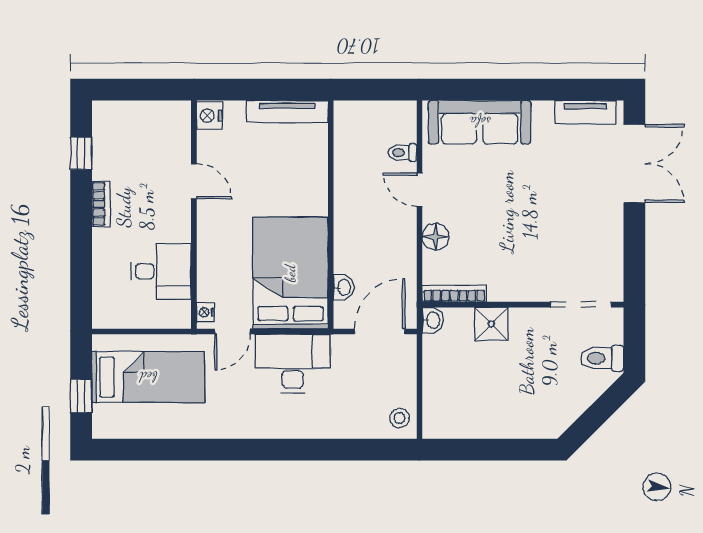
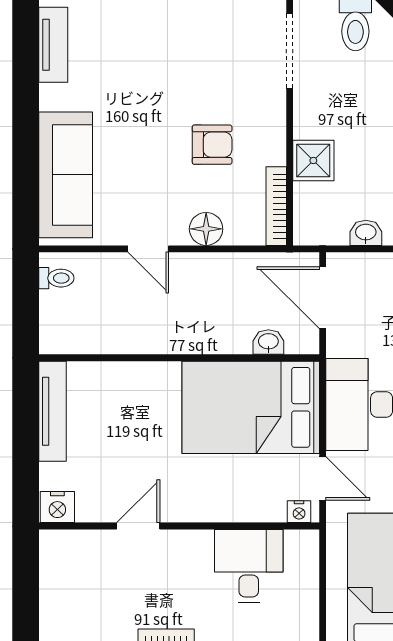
toilet: (402, 153) -> (56, 278), moved, turned -90
door: (419, 190) -> (148, 249), hinge flipped
armchair: (504, 241) -> (212, 145), added
washbasin: (433, 320) -> (366, 233), moved

